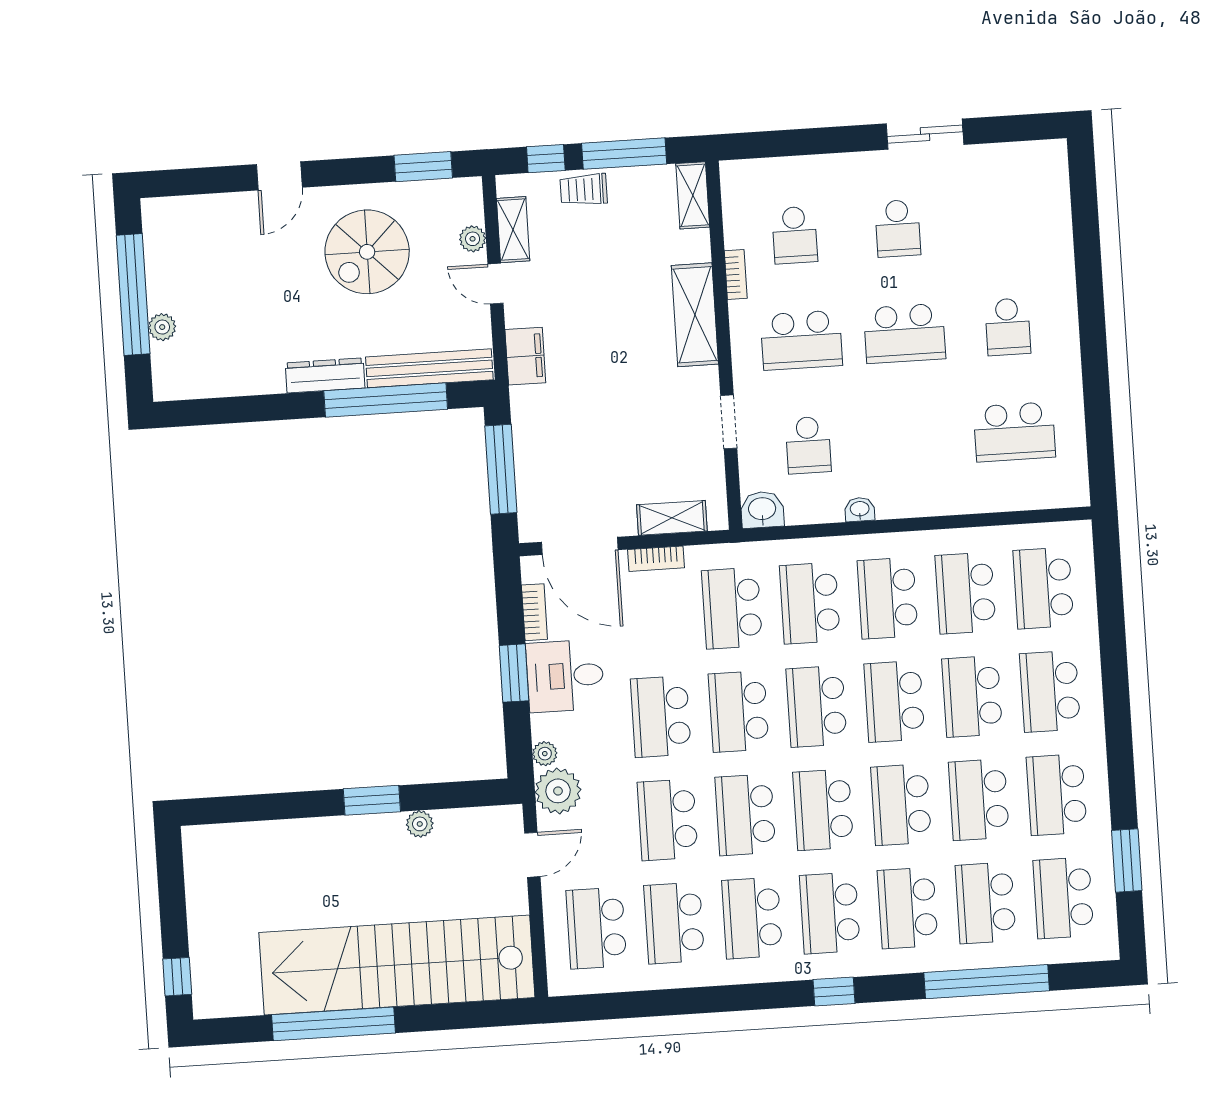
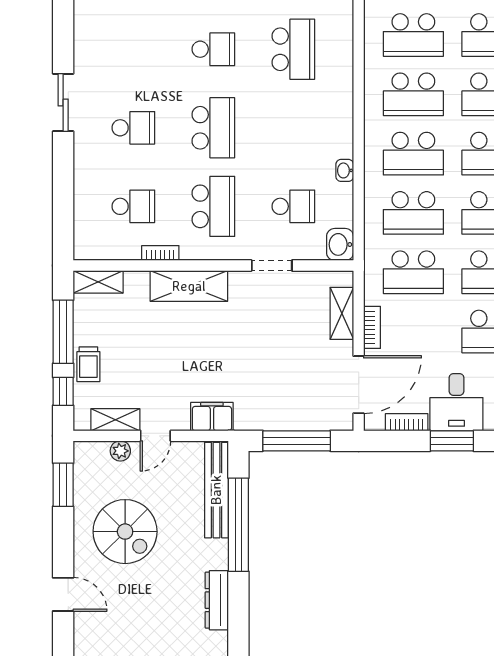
dresser: (325, 375) -> (217, 600), moved

